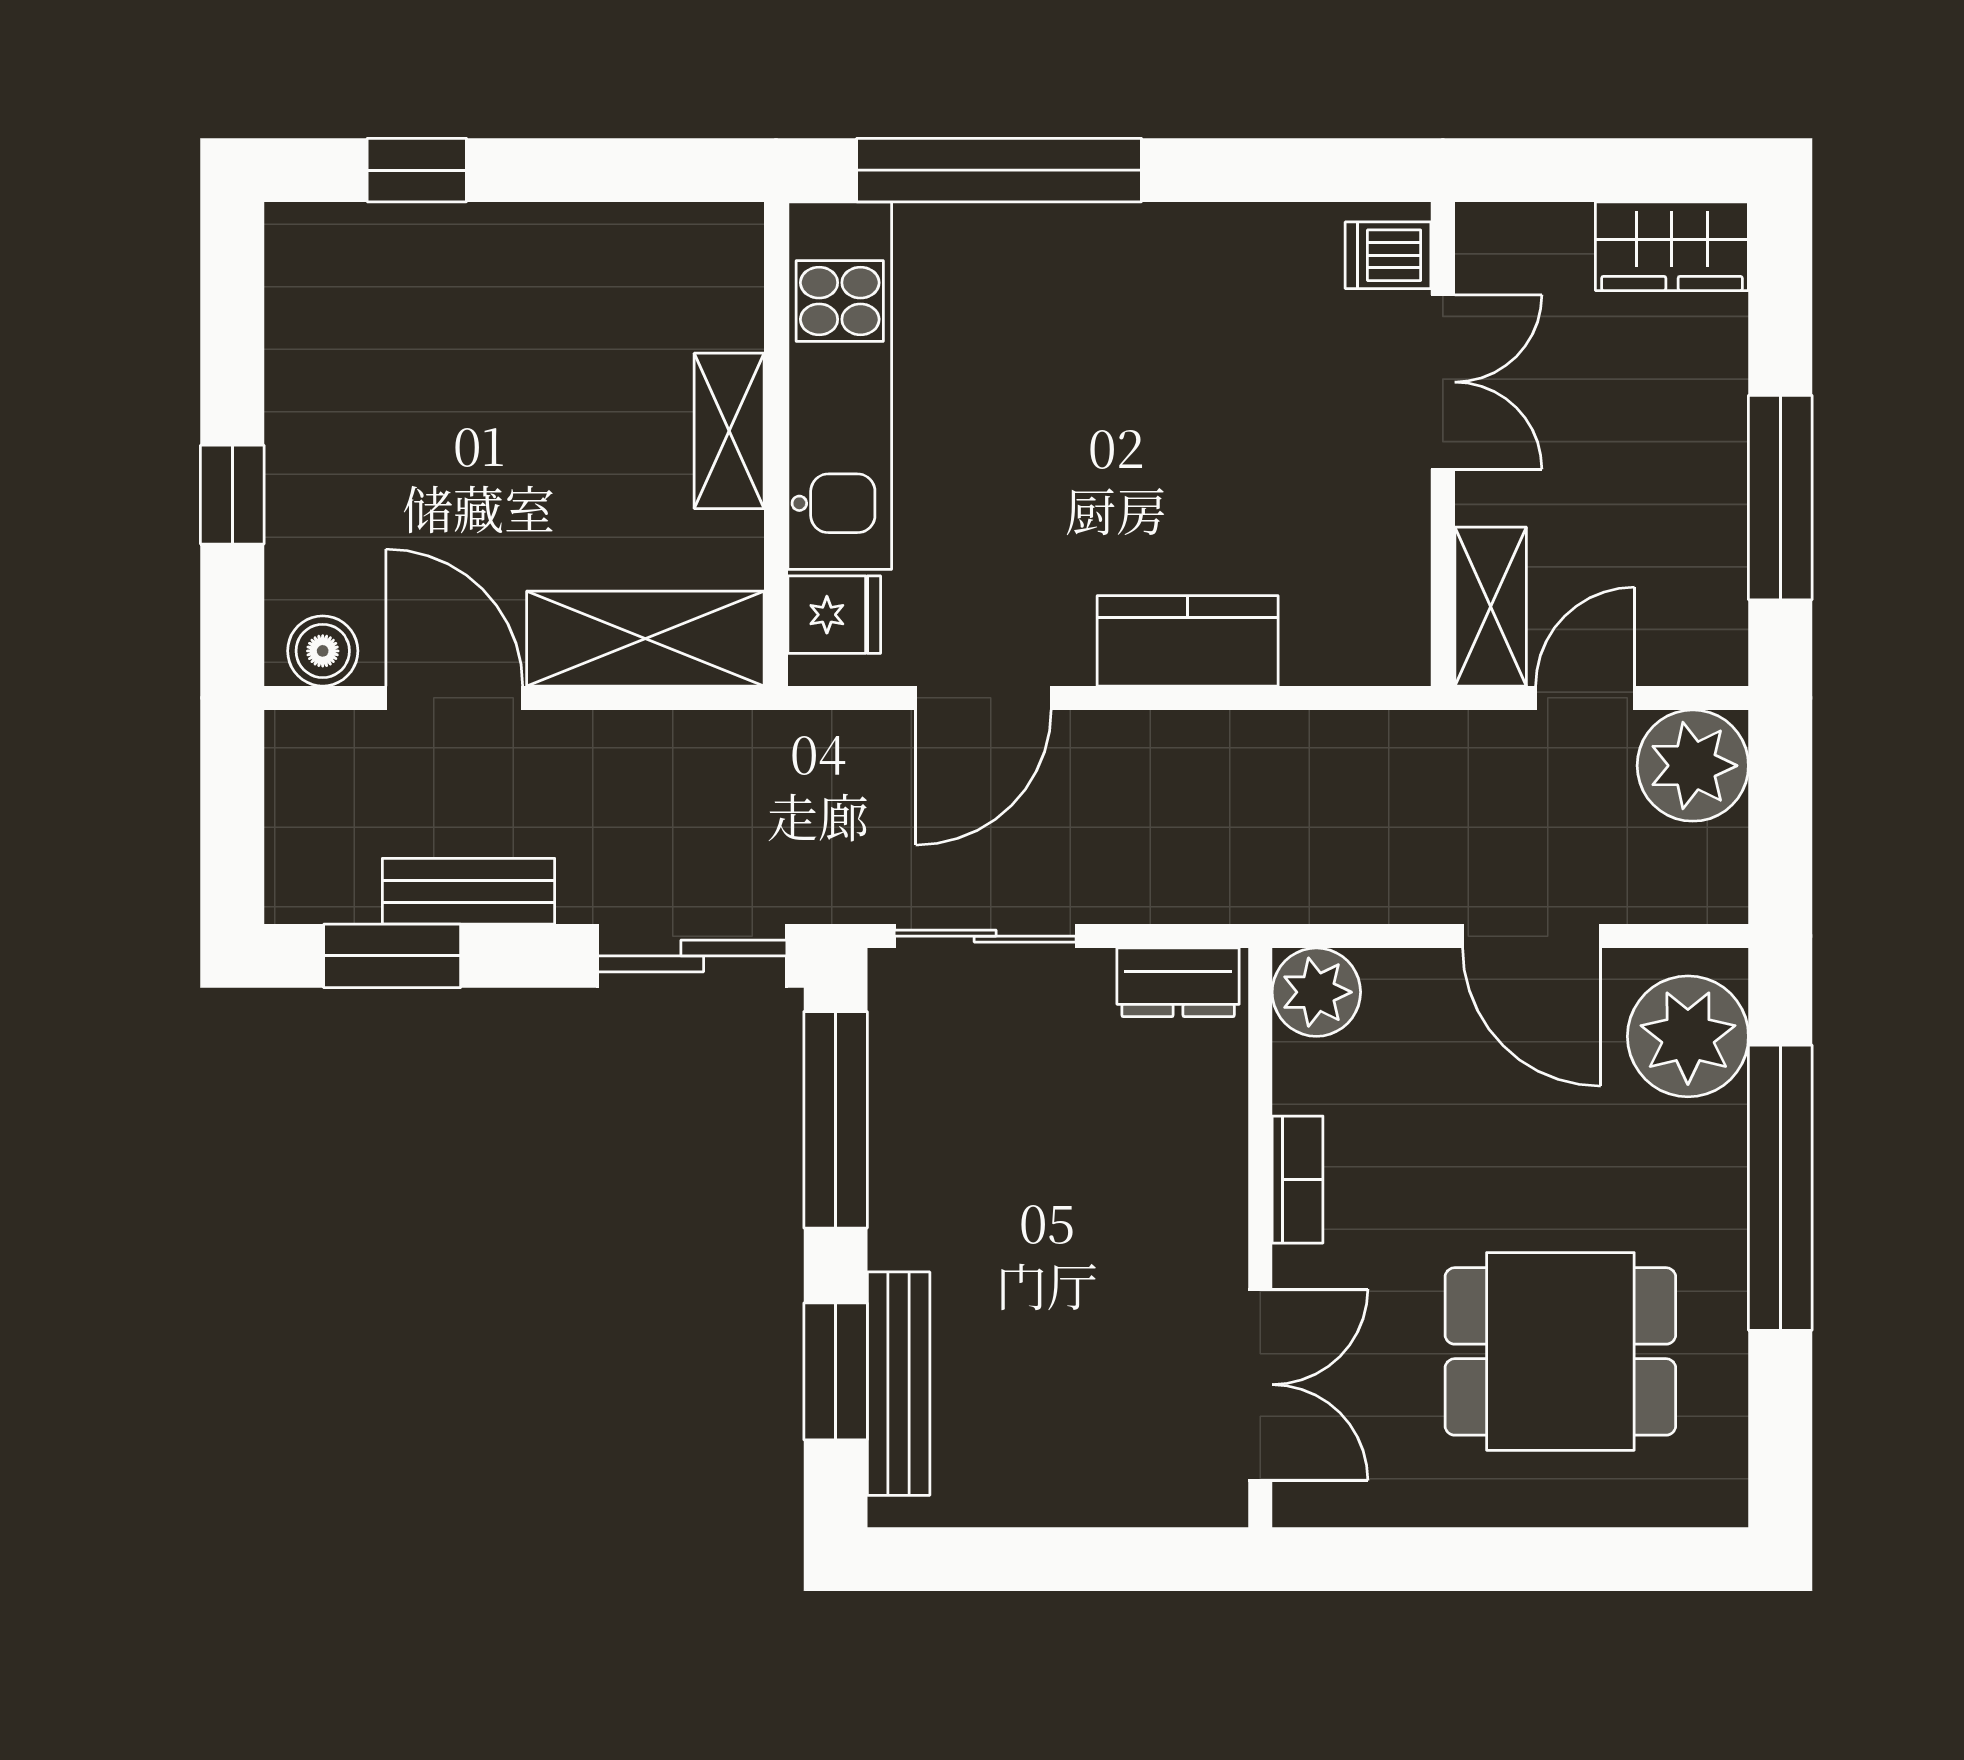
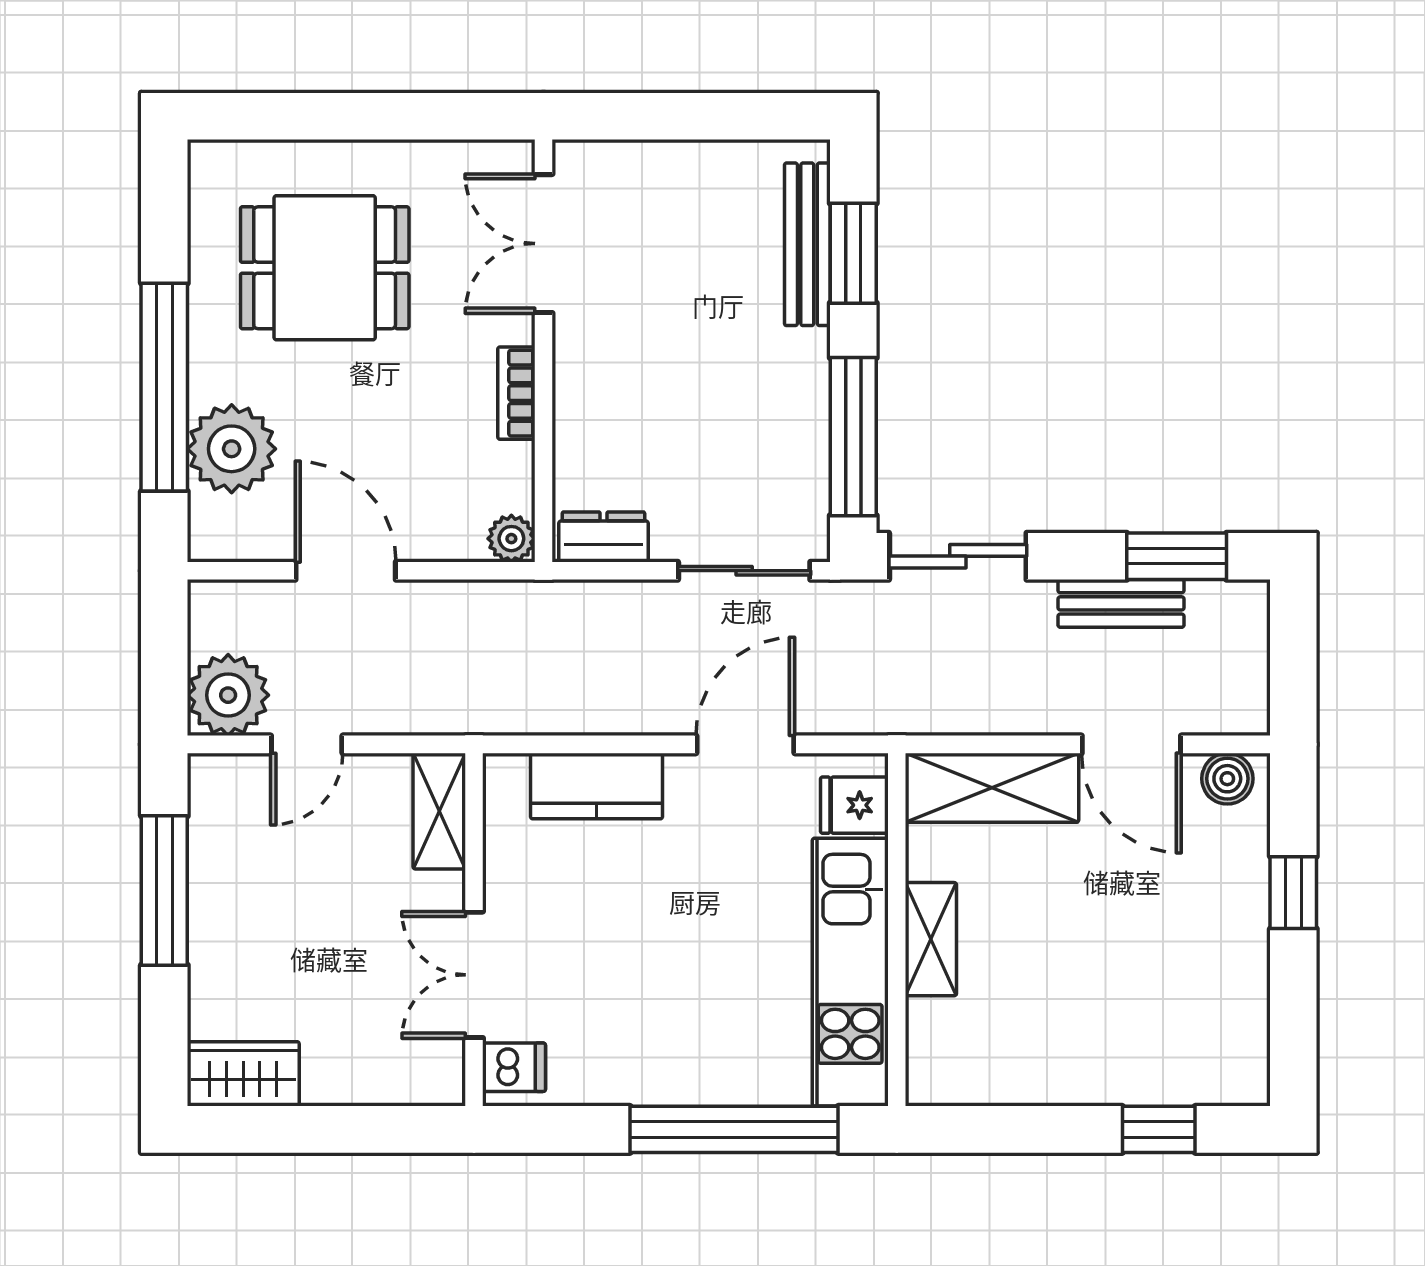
dishwasher: (1388, 255) -> (514, 1067), moved
double door: (1443, 382) -> (474, 975), moved
wall: (1443, 444) -> (474, 930), moved
shelving: (1491, 607) -> (439, 811), moved
plant: (1316, 992) -> (511, 539), width x0.73, depth x0.73
plant: (1688, 1036) -> (232, 449), moved

